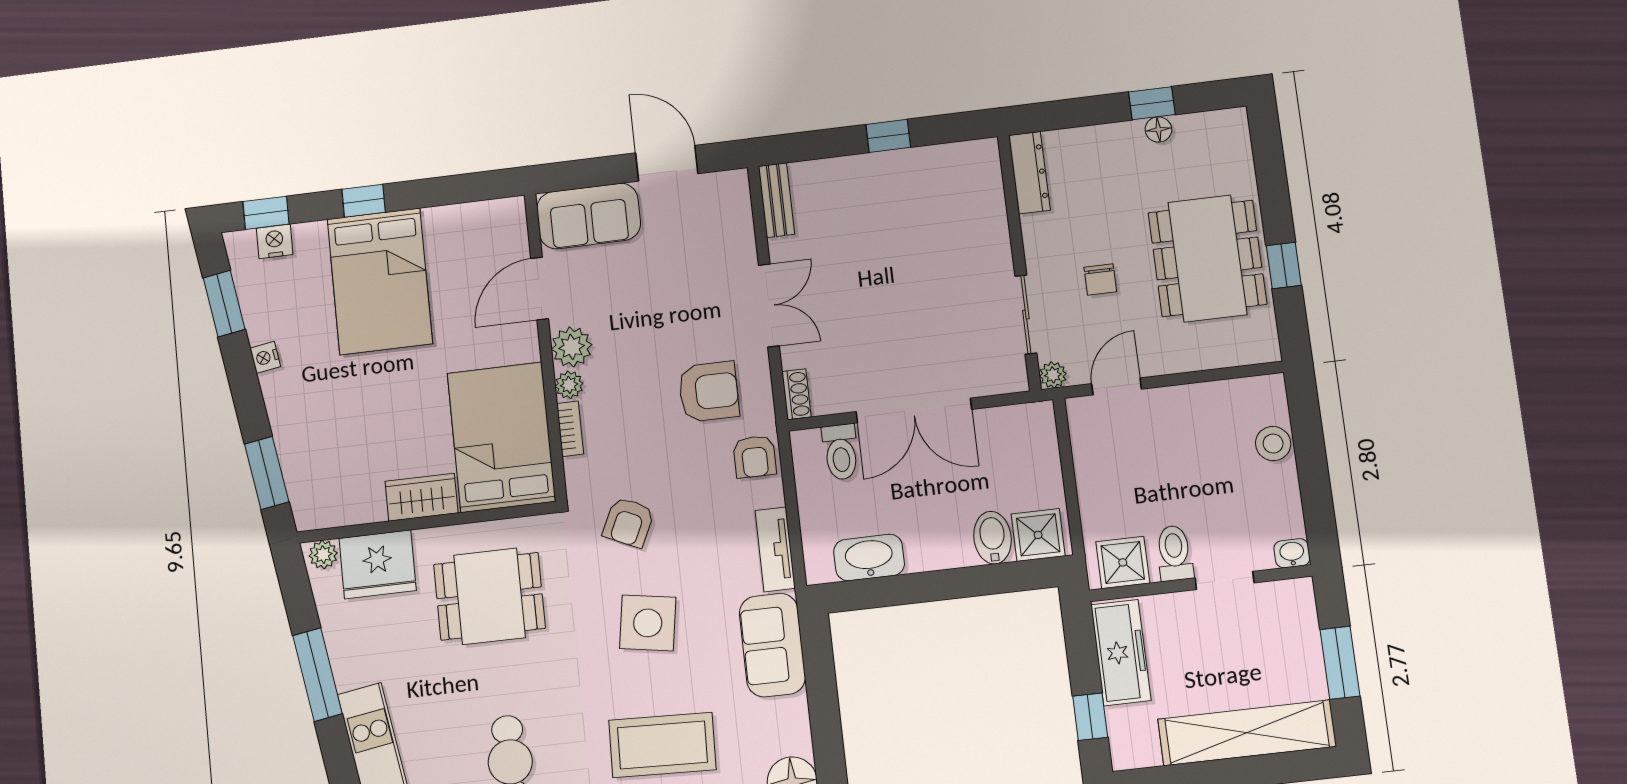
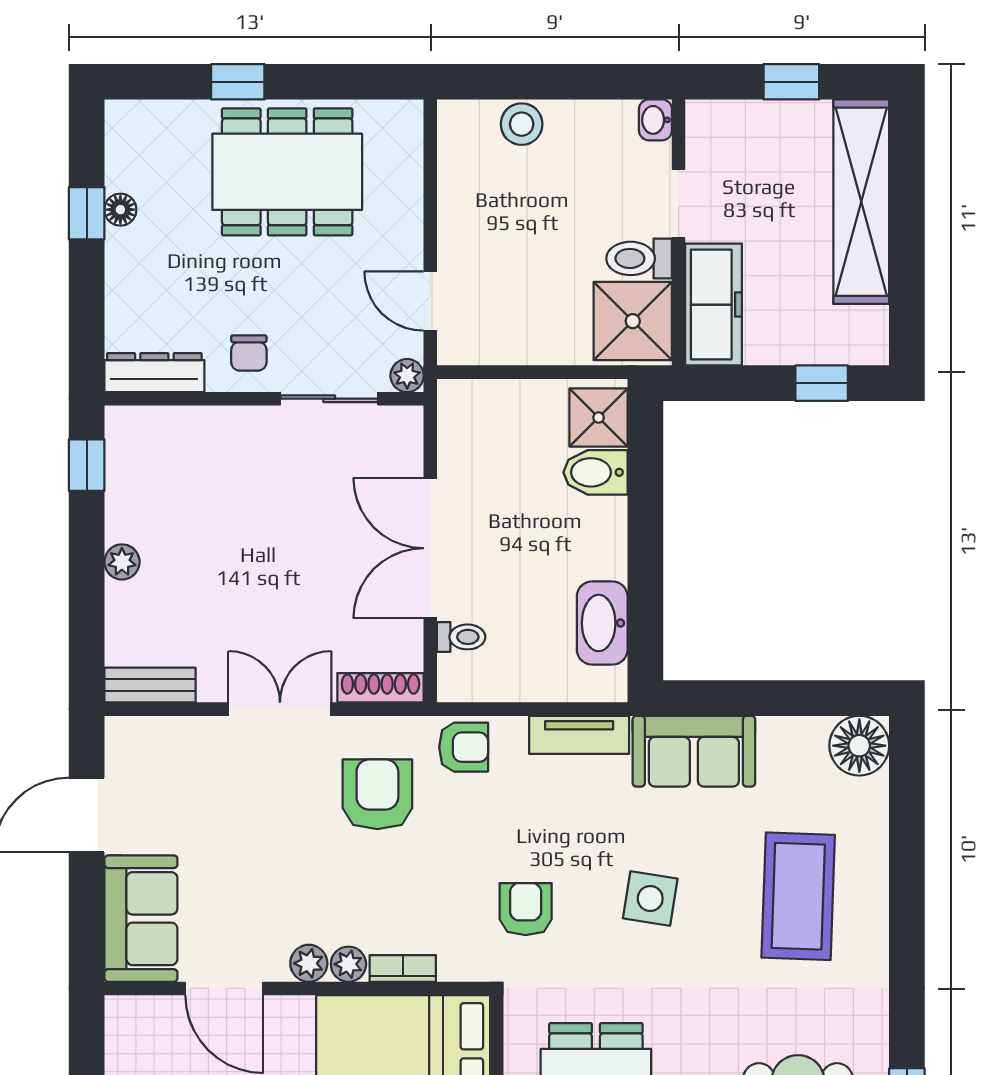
window: (888, 136) -> (87, 465), moved
plant: (873, 166) -> (122, 562), added
window: (1284, 266) -> (238, 82), moved
chair: (1100, 280) -> (249, 353), moved, turned 90
plant: (572, 347) -> (309, 963), width x0.73, depth x0.73
shoe rack: (796, 394) -> (380, 688), width x1.43
double door: (914, 410) -> (430, 548), swing flipped
toilet: (841, 452) -> (461, 637), width x0.73, depth x0.72
armchair: (628, 522) -> (526, 909), turned -115
shower: (1123, 562) -> (633, 321), width x1.36, depth x1.36
side table: (648, 623) -> (650, 898), width x0.73, depth x0.73
freezer: (1121, 653) -> (714, 305), moved, turned 90
window: (1340, 663) -> (791, 82), width x0.67

